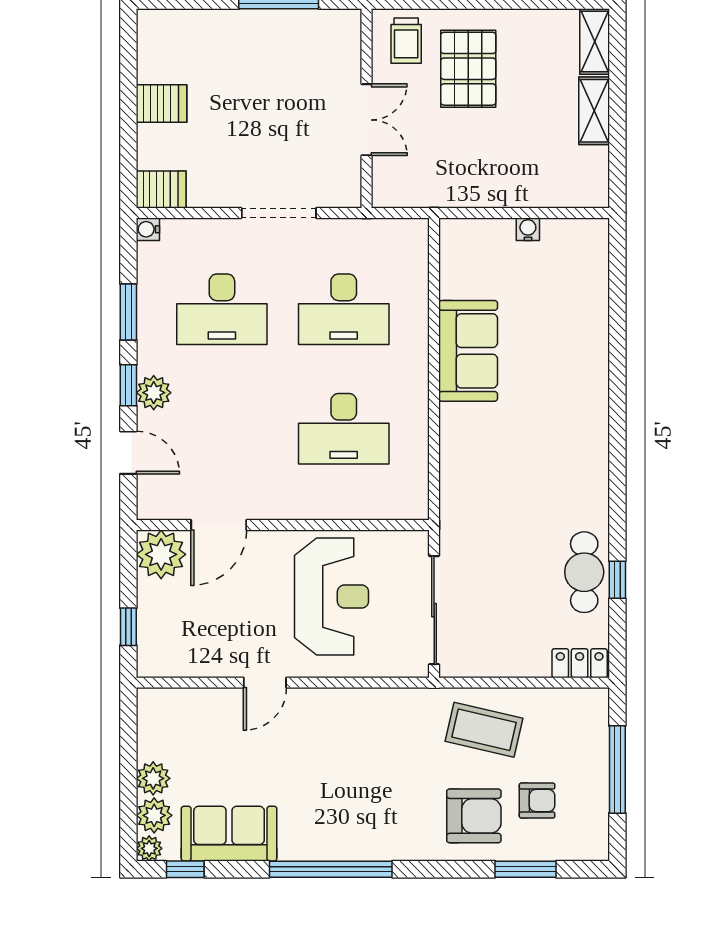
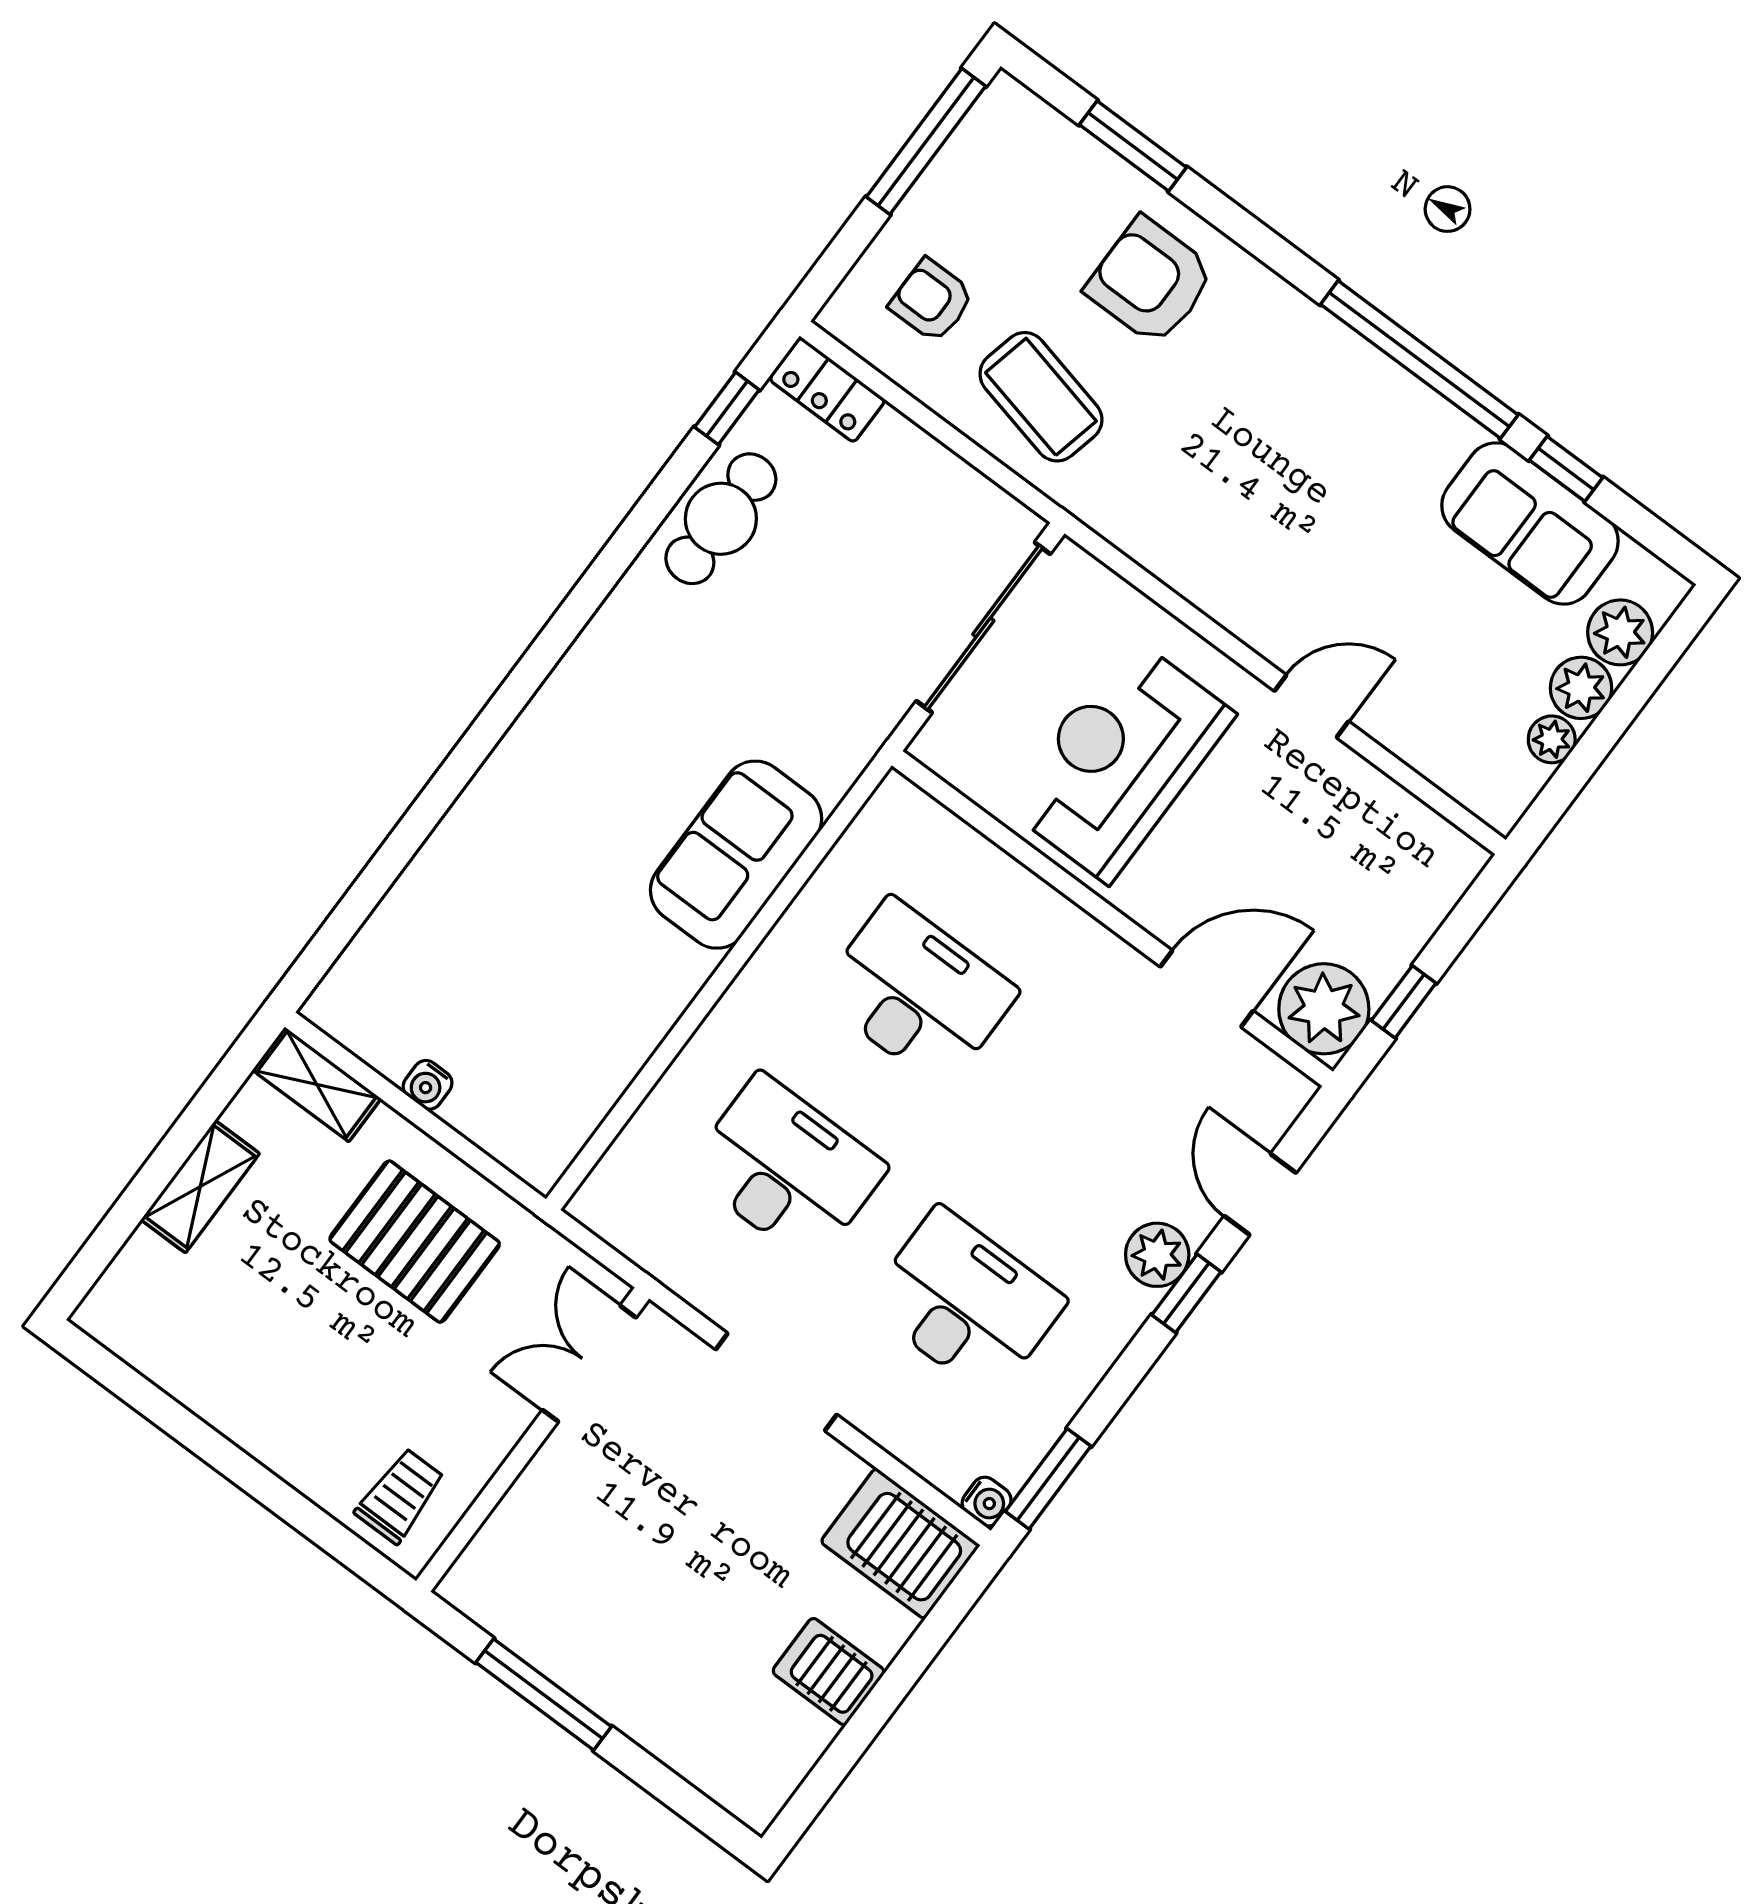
shelving: (595, 41) -> (317, 1084), moved, turned 90
pallet: (468, 69) -> (415, 1242), moved, turned 90
double door: (366, 120) -> (589, 1364), moved
server rack: (161, 189) -> (900, 1544), width x1.36, depth x1.44
window: (128, 312) -> (1048, 1479), moved
sofa: (468, 351) -> (736, 855), moved
window: (617, 580) -> (727, 408), moved
window: (128, 627) -> (1404, 1002), moved
window: (617, 769) -> (926, 141), moved
armchair: (537, 801) -> (932, 301), moved
plant: (149, 848) -> (1552, 739), moved
window: (185, 869) -> (1566, 469), moved

